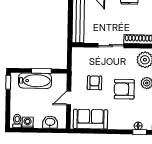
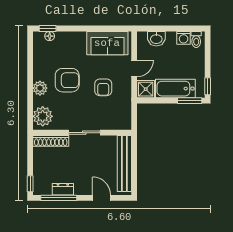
window: (41, 71) -> (190, 101), moved
shower: (60, 81) -> (146, 89), added

